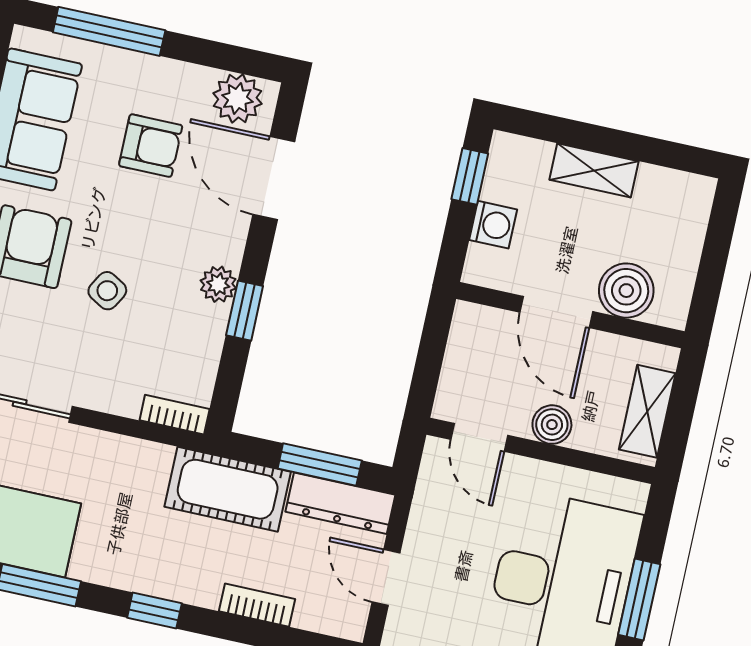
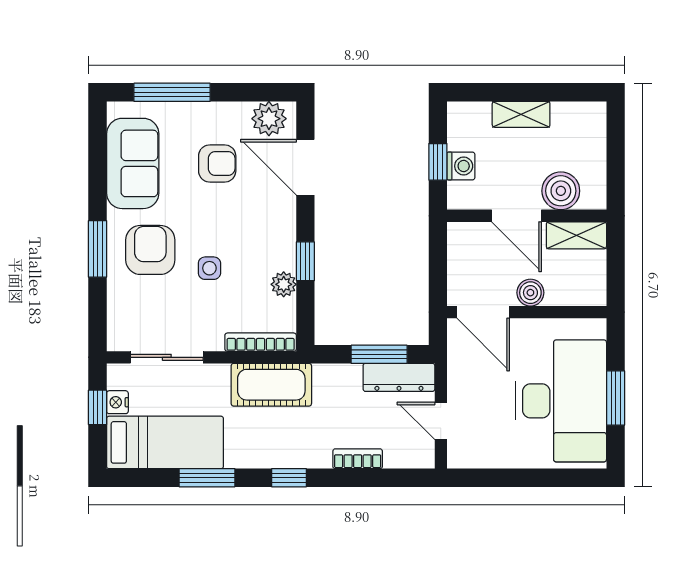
window: (470, 176) -> (438, 162), moved
plant: (218, 284) -> (284, 284), moved
side table: (107, 291) -> (209, 268), turned -30
shelving: (647, 411) -> (576, 235), moved, turned 90
bookcase: (175, 415) -> (261, 342), width x1.56
door: (479, 437) -> (483, 312), width x1.38
cot: (228, 489) -> (271, 385), moved

